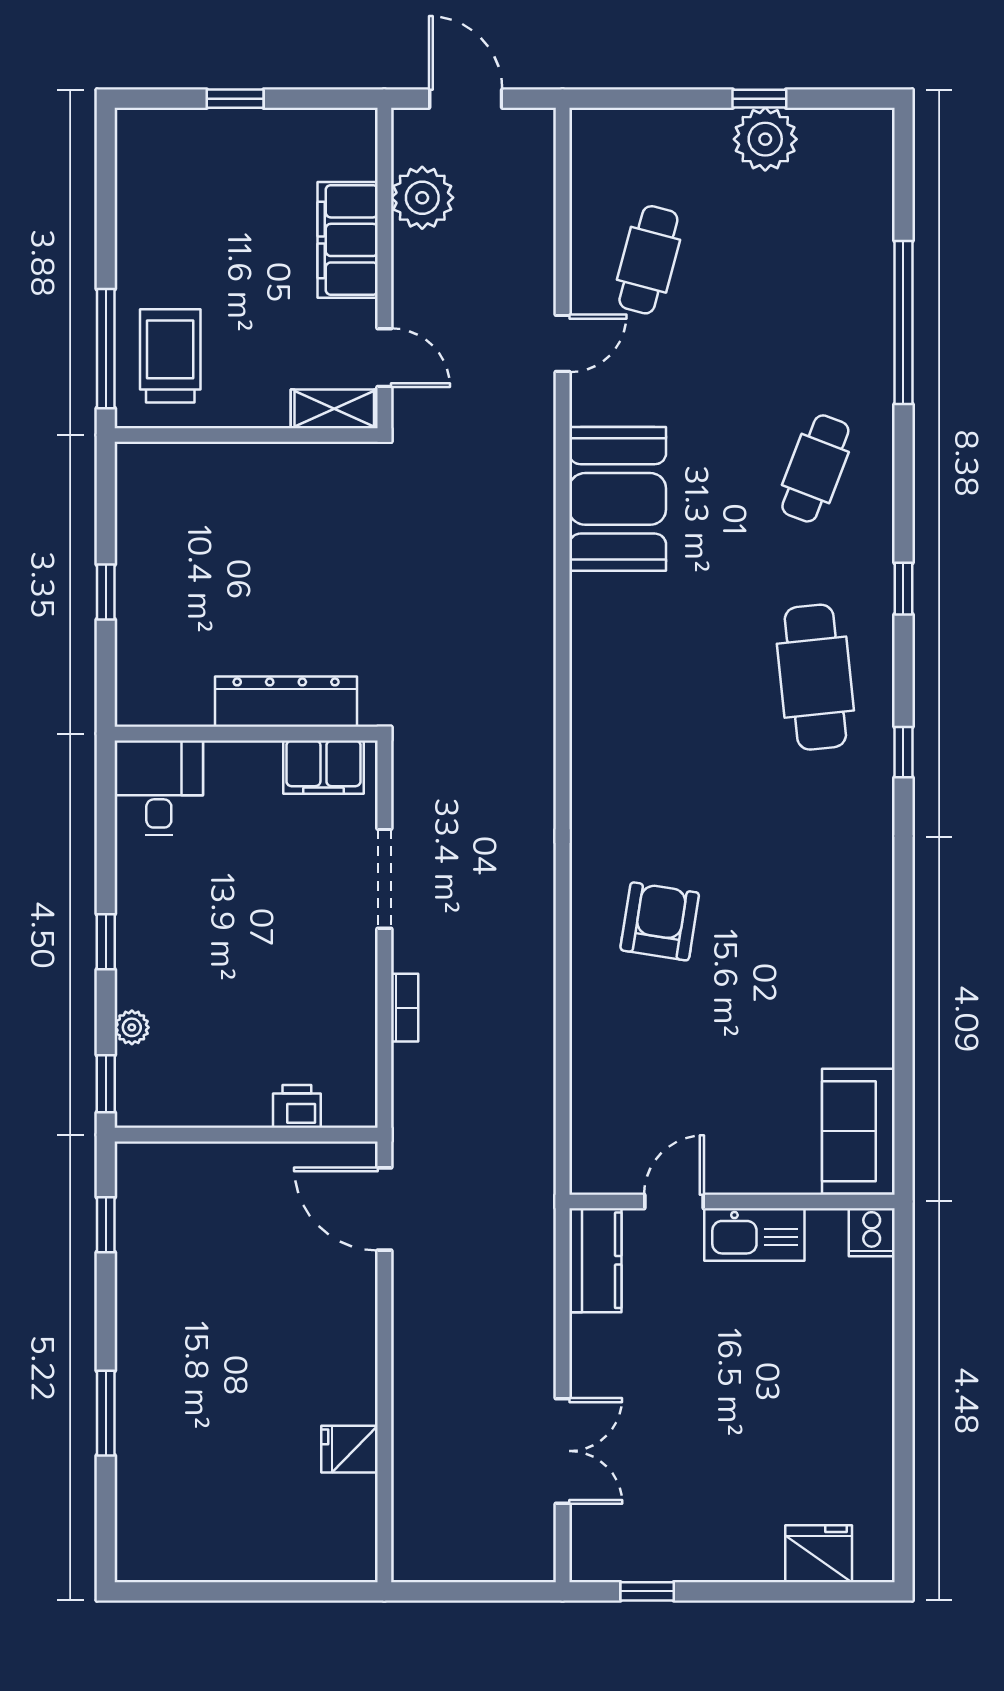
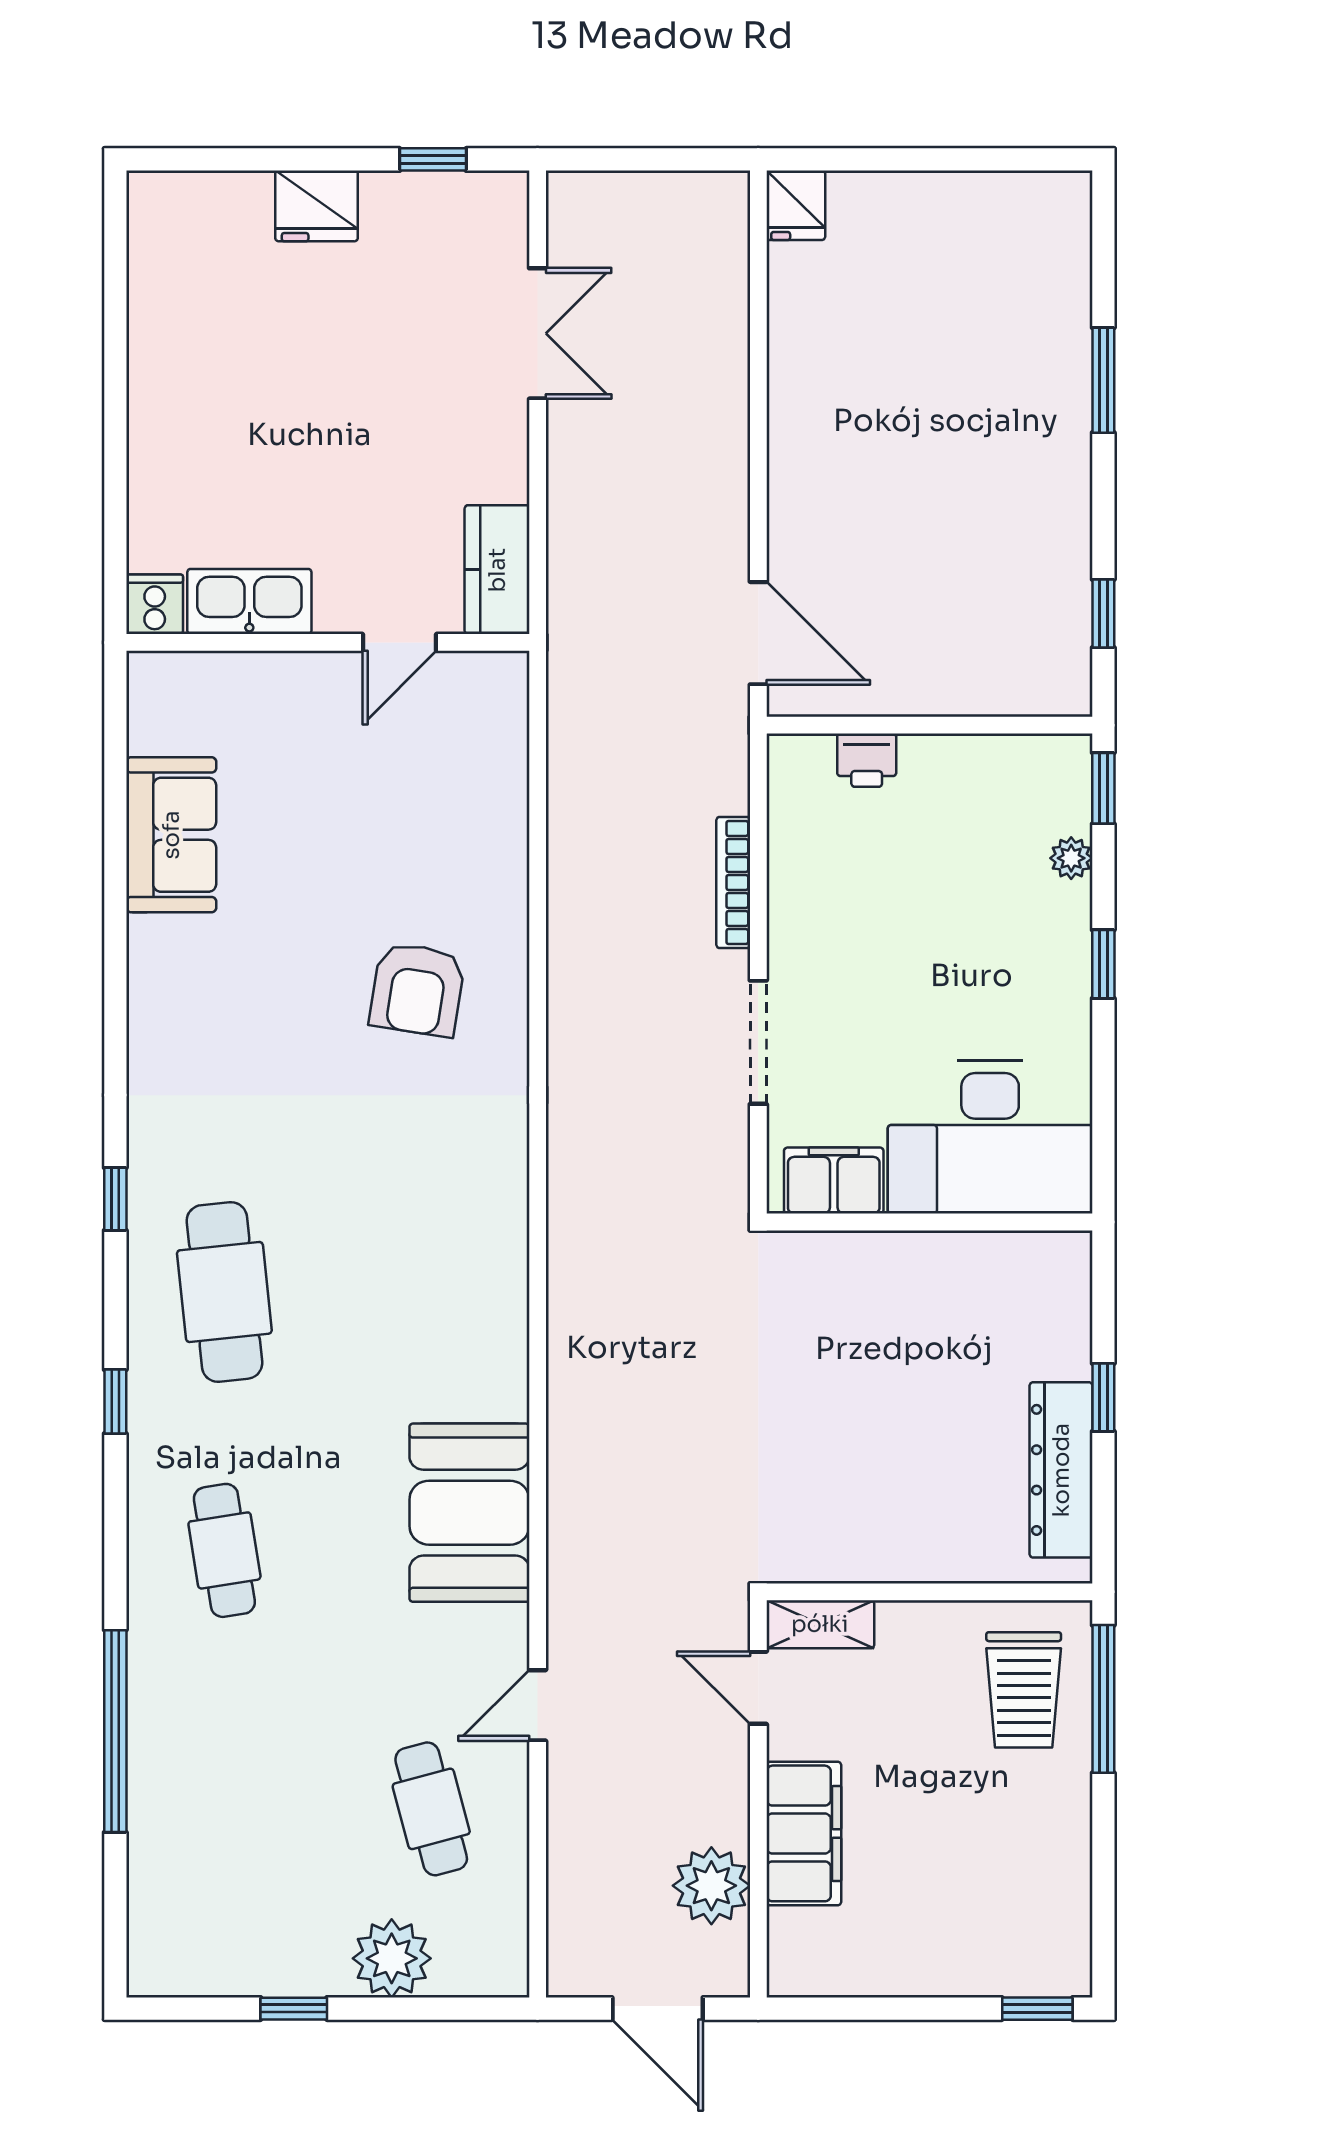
window: (235, 99) -> (1037, 2009), moved
plant: (765, 139) -> (392, 1958), moved
cafe table: (648, 260) -> (431, 1809), turned -30
cafe table: (815, 468) -> (224, 1550), turned -30
dresser: (286, 702) -> (1061, 1470), moved, turned 90
desk: (159, 788) -> (990, 1137), width x1.87, depth x1.30
bookcase: (405, 1008) -> (733, 882), width x1.56
sofa: (858, 1131) -> (171, 835), moved
kitchen sink: (754, 1235) -> (249, 601), moved
fridge: (350, 1449) -> (796, 205), moved, turned 90
double door: (563, 1451) -> (538, 333), swing flipped
fridge: (819, 1554) -> (317, 206), moved

